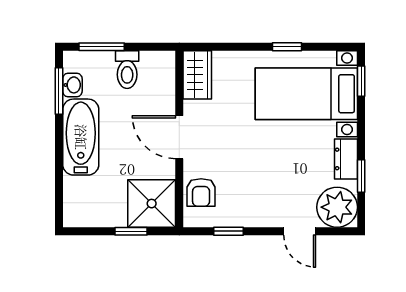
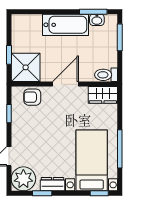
window: (287, 47) -> (120, 149), width x2.17
toilet: (127, 70) -> (106, 75), moved

